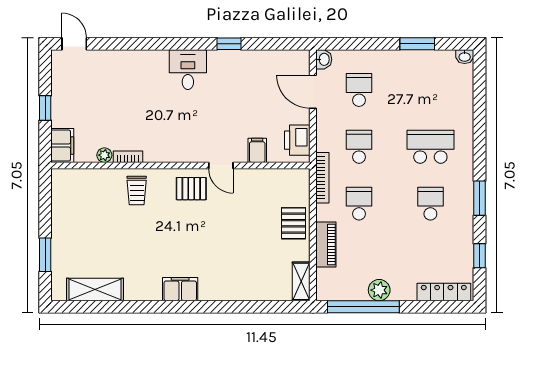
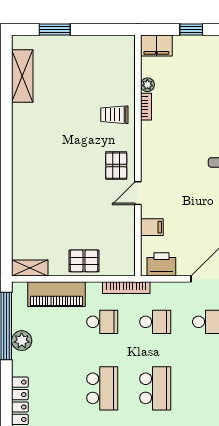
school desk: (430, 204) -> (102, 388), width x1.85
piano: (326, 244) -> (57, 294), width x1.37, depth x1.33
filing cabinet: (180, 289) -> (23, 155), removed

